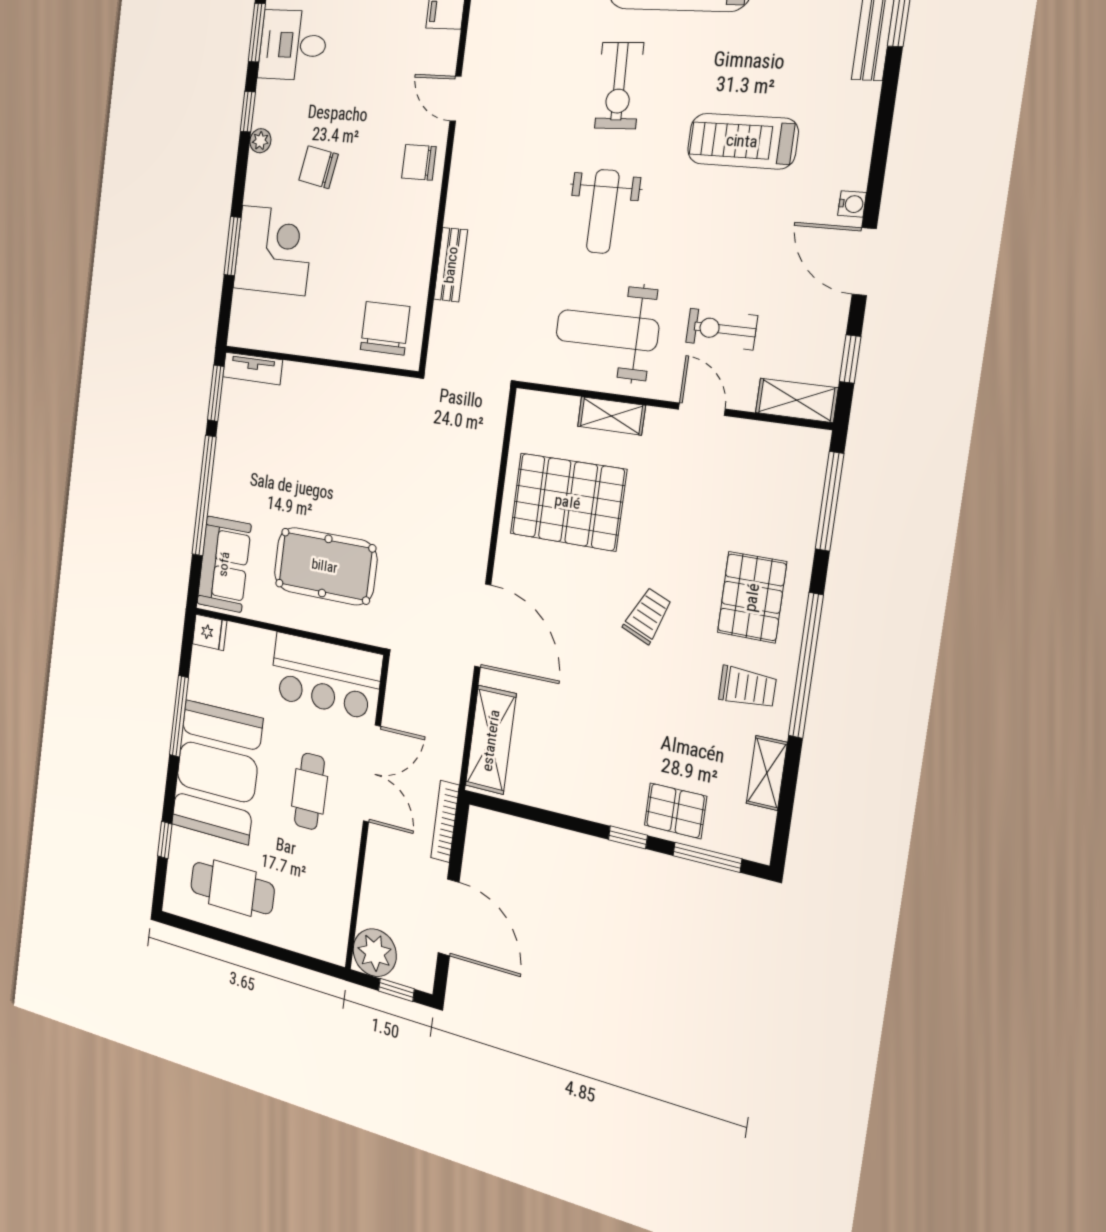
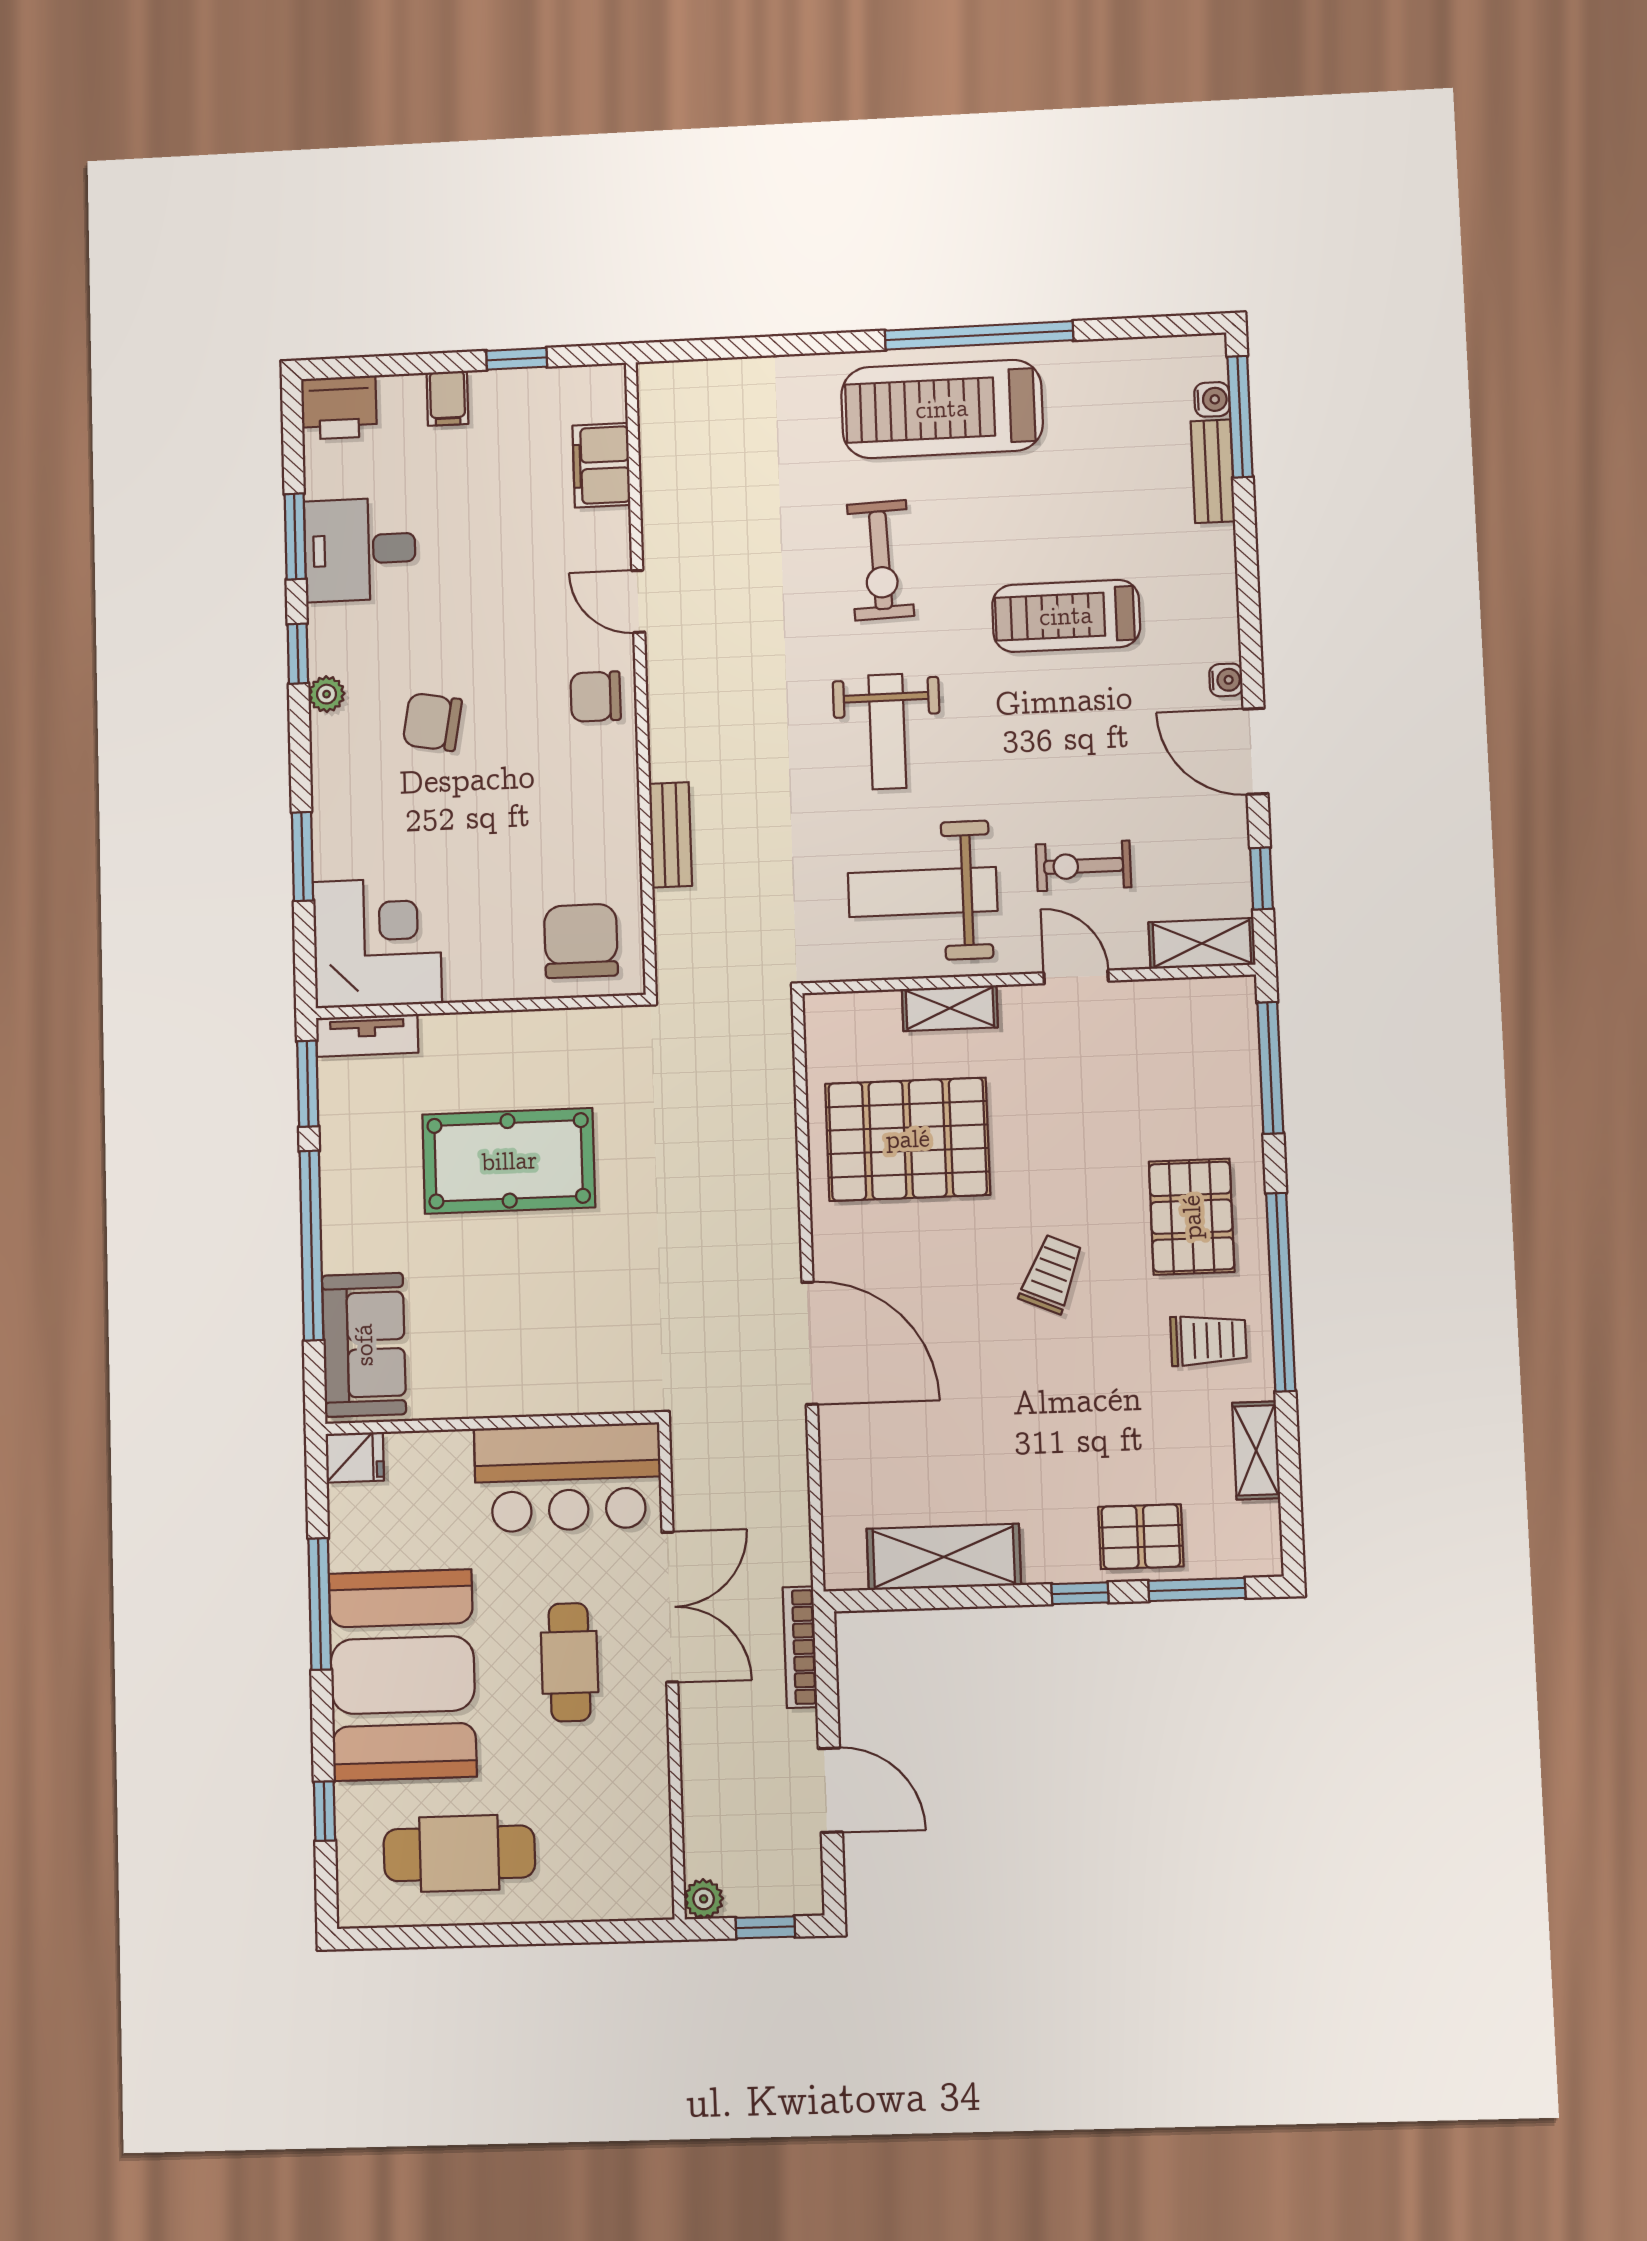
corner desk: (273, 250) -> (377, 942), moved
pool table: (325, 566) -> (509, 1161), moved
shelving: (491, 740) -> (944, 1557), moved, turned 90
door: (449, 917) -> (830, 1790), width x0.73
plant: (375, 953) -> (704, 1899), width x0.53, depth x0.53

